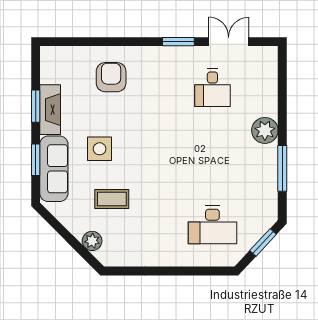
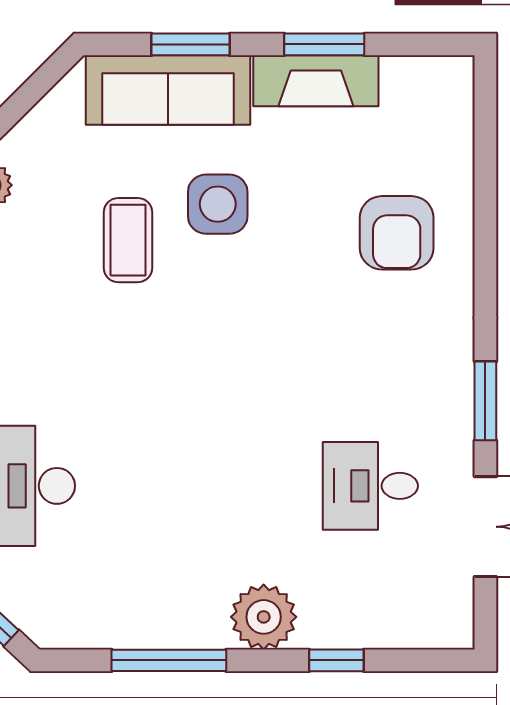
armchair: (111, 77) -> (397, 233), turned 90
window: (282, 101) -> (336, 660), added
coffee table: (112, 199) -> (128, 240), moved

